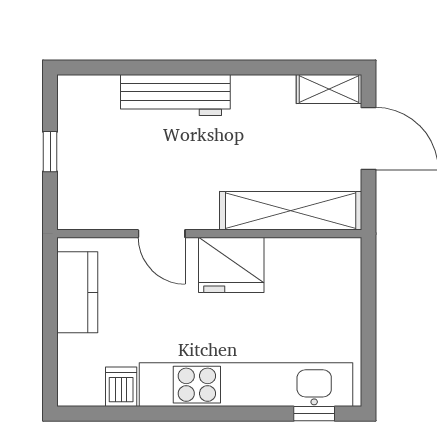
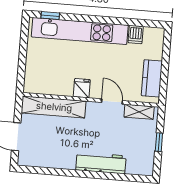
shelving: (329, 89) -> (139, 112), moved
fridge: (231, 265) -> (82, 88), width x0.53, depth x0.75

